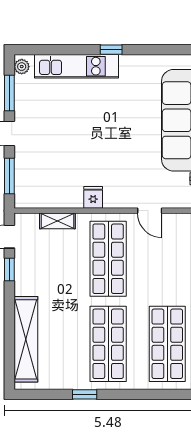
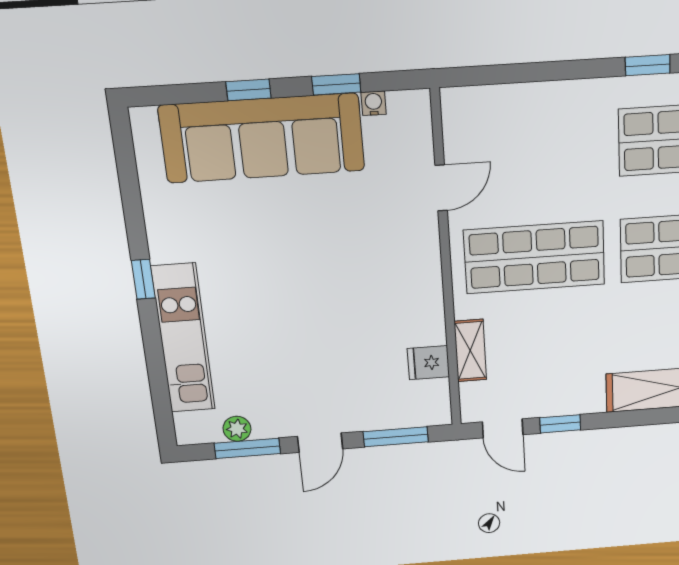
plant: (22, 67) -> (237, 429), moved
fridge: (93, 197) -> (428, 363), moved

